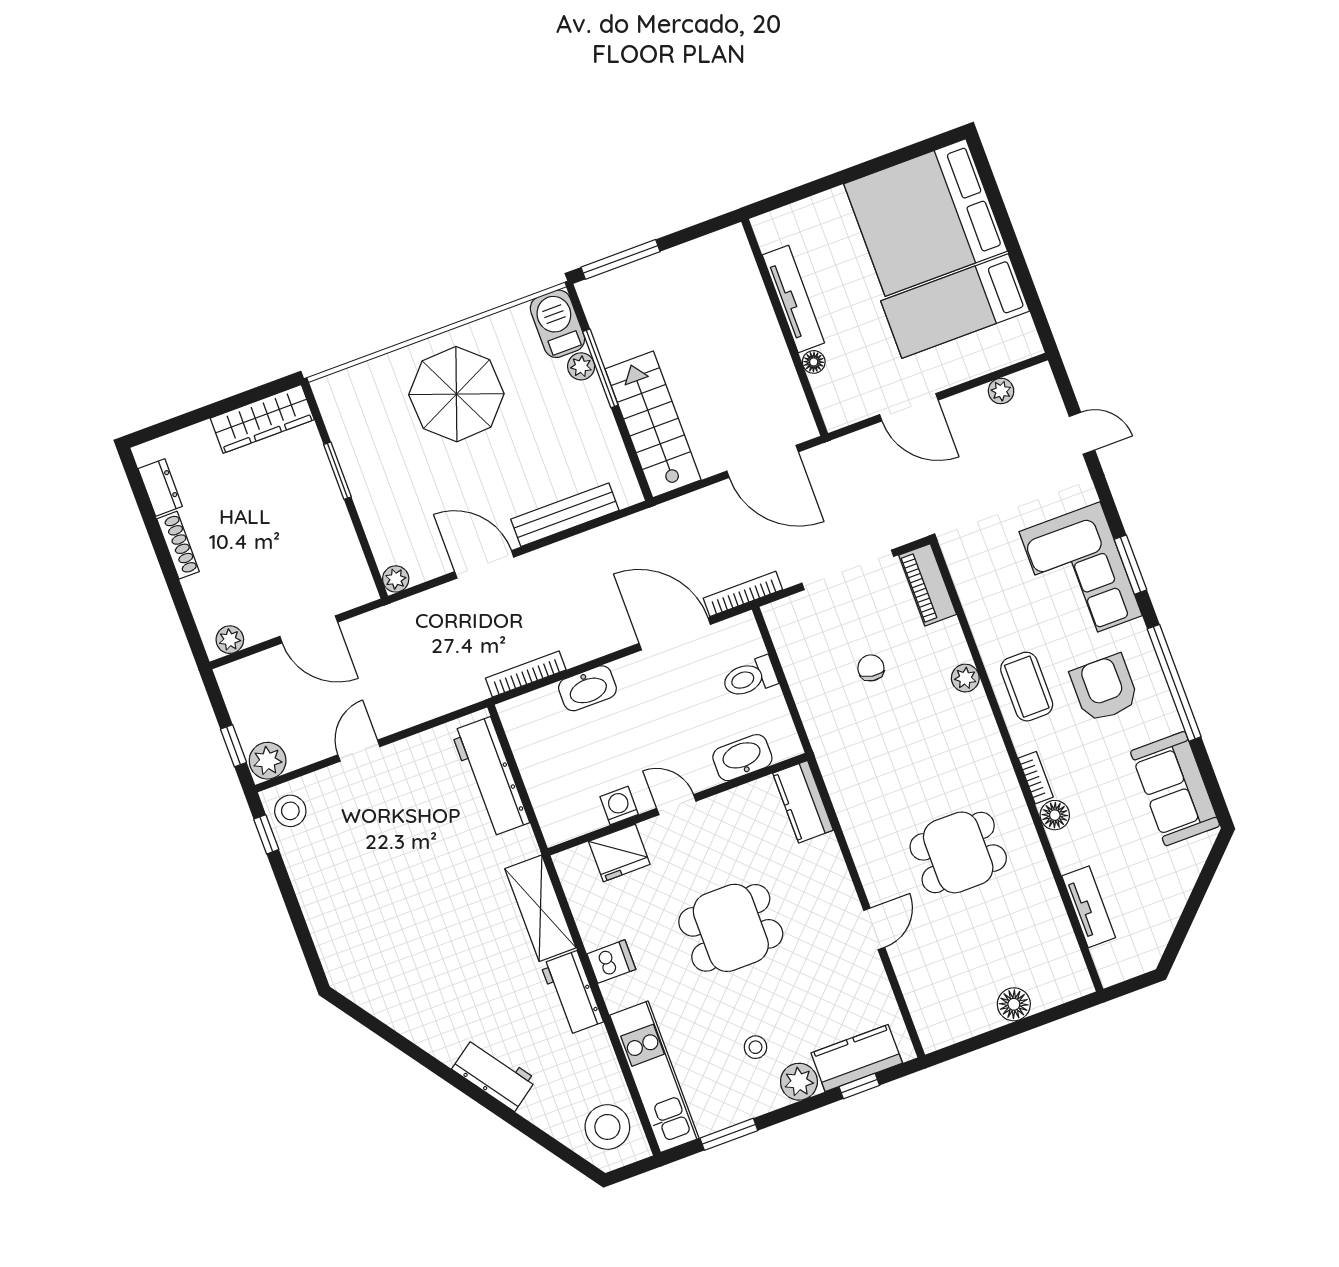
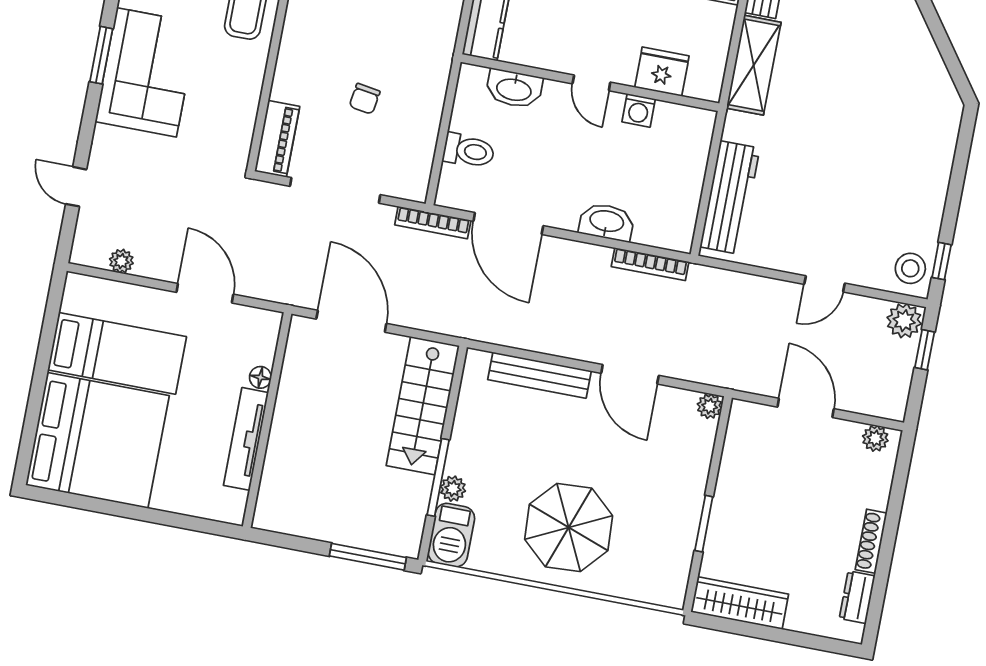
plant: (965, 678) -> (292, 44), removed

